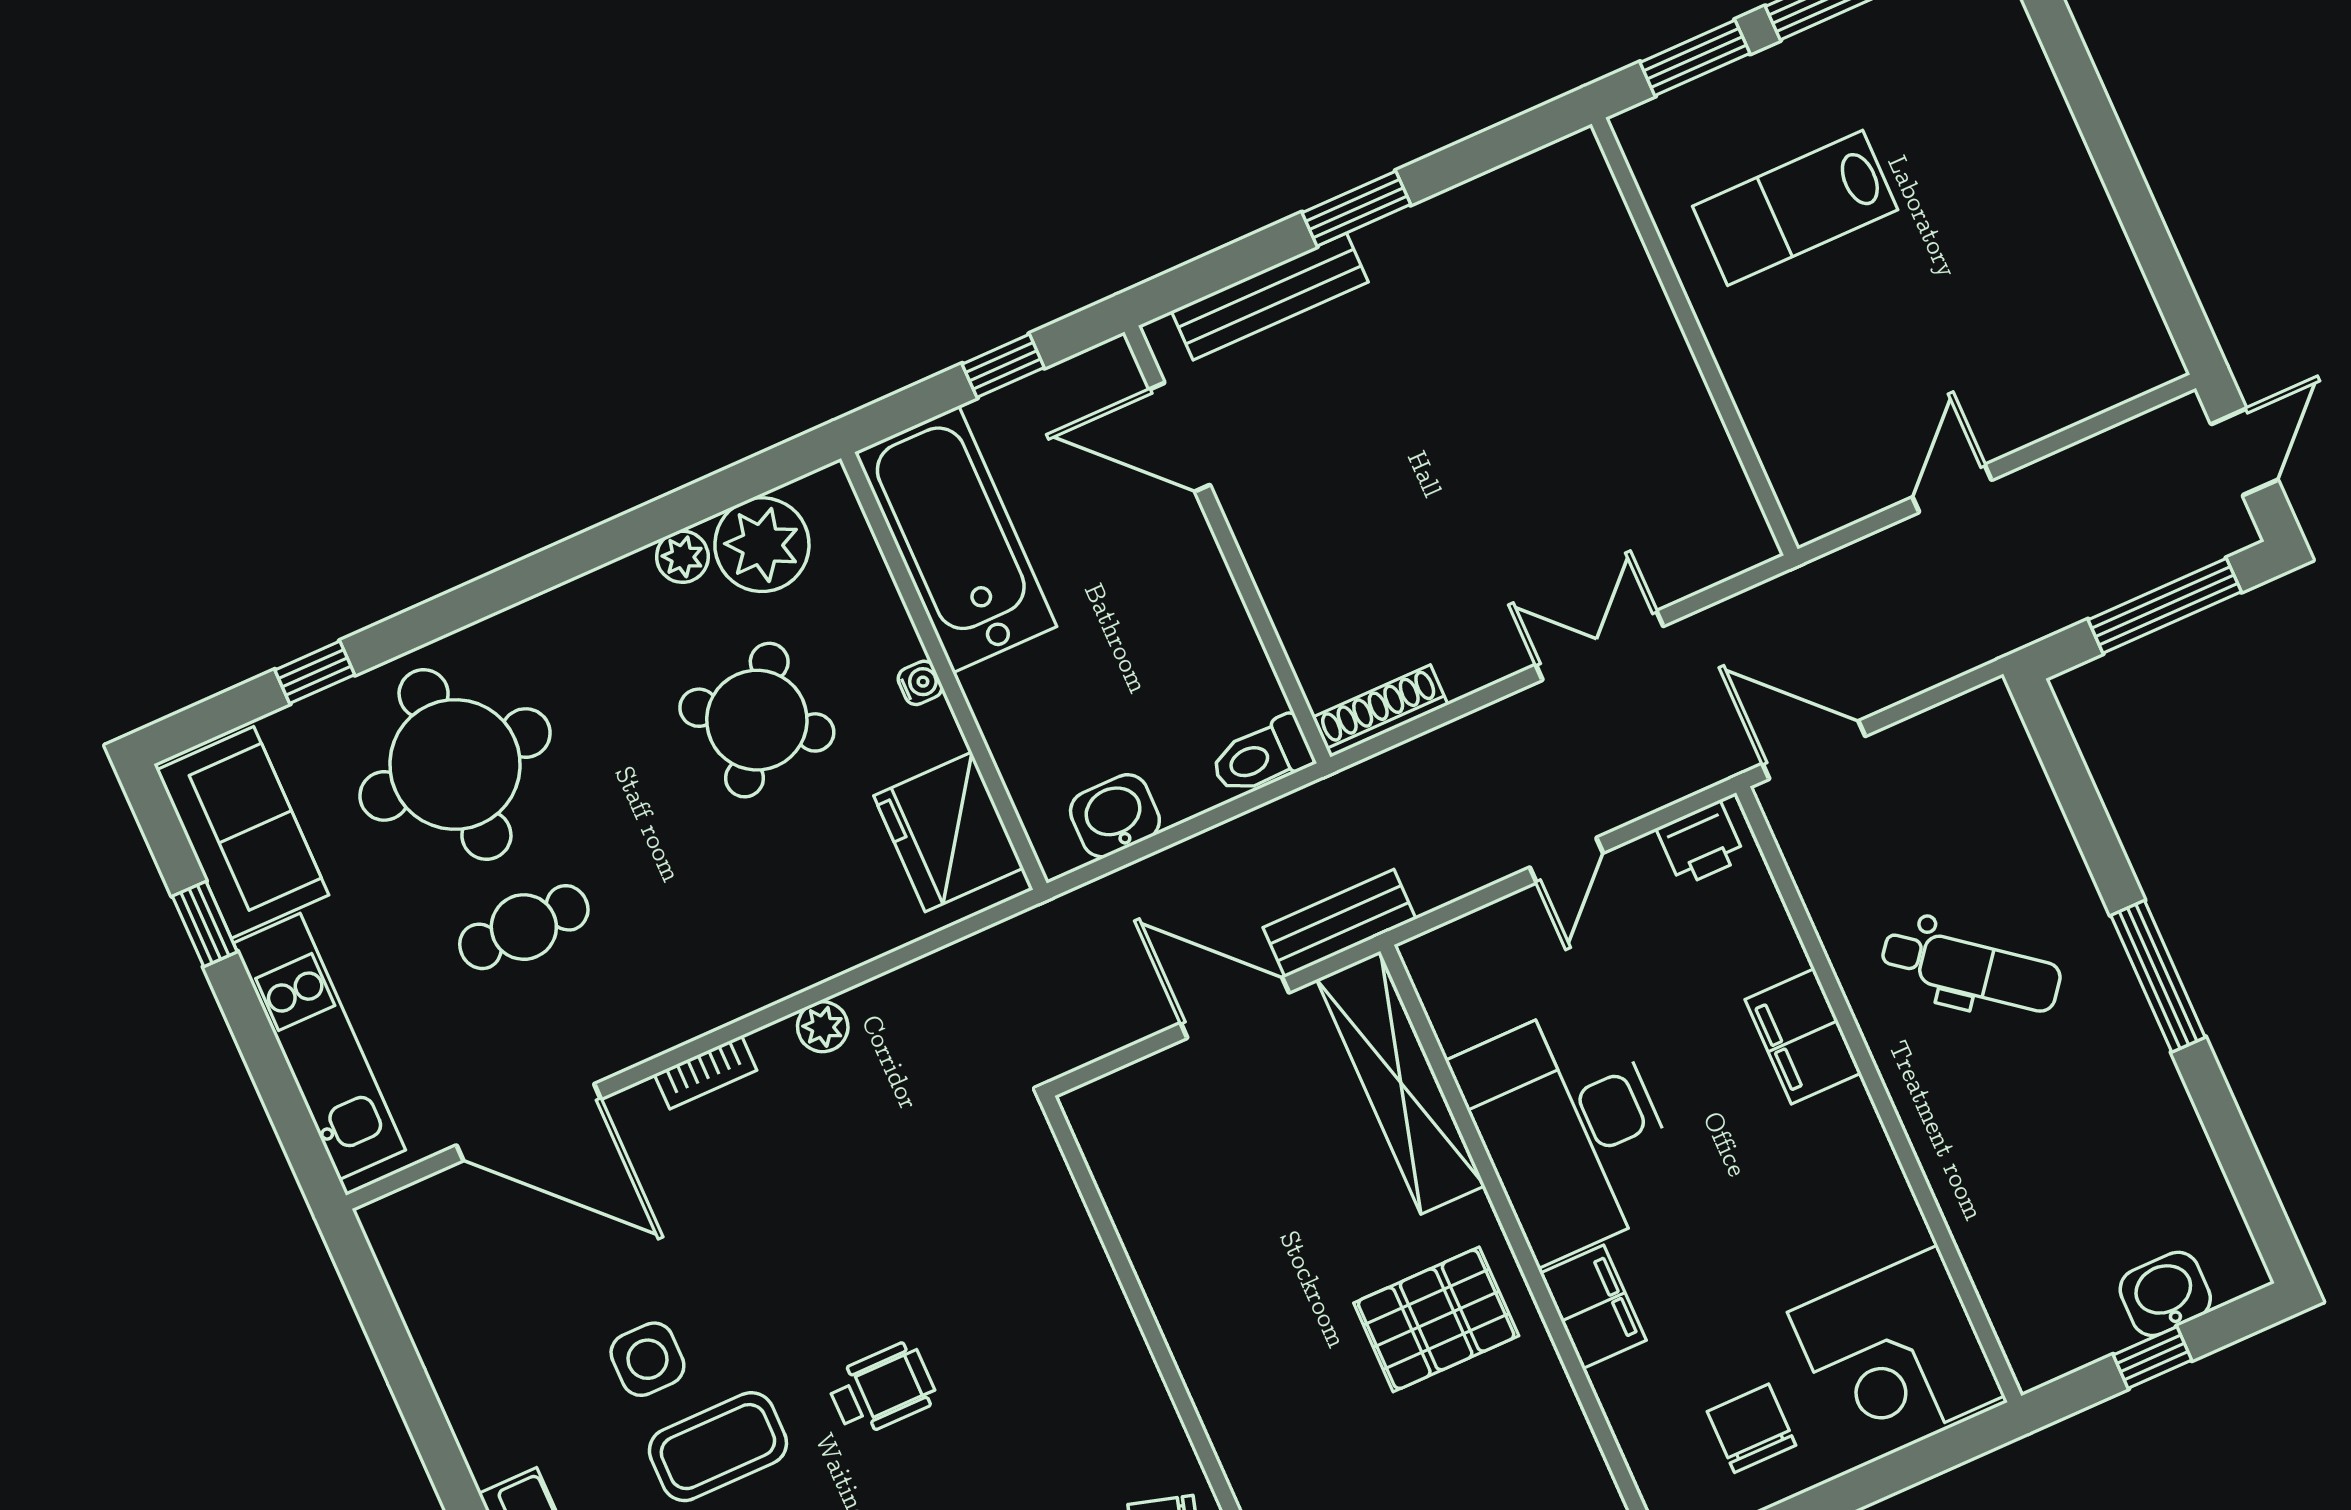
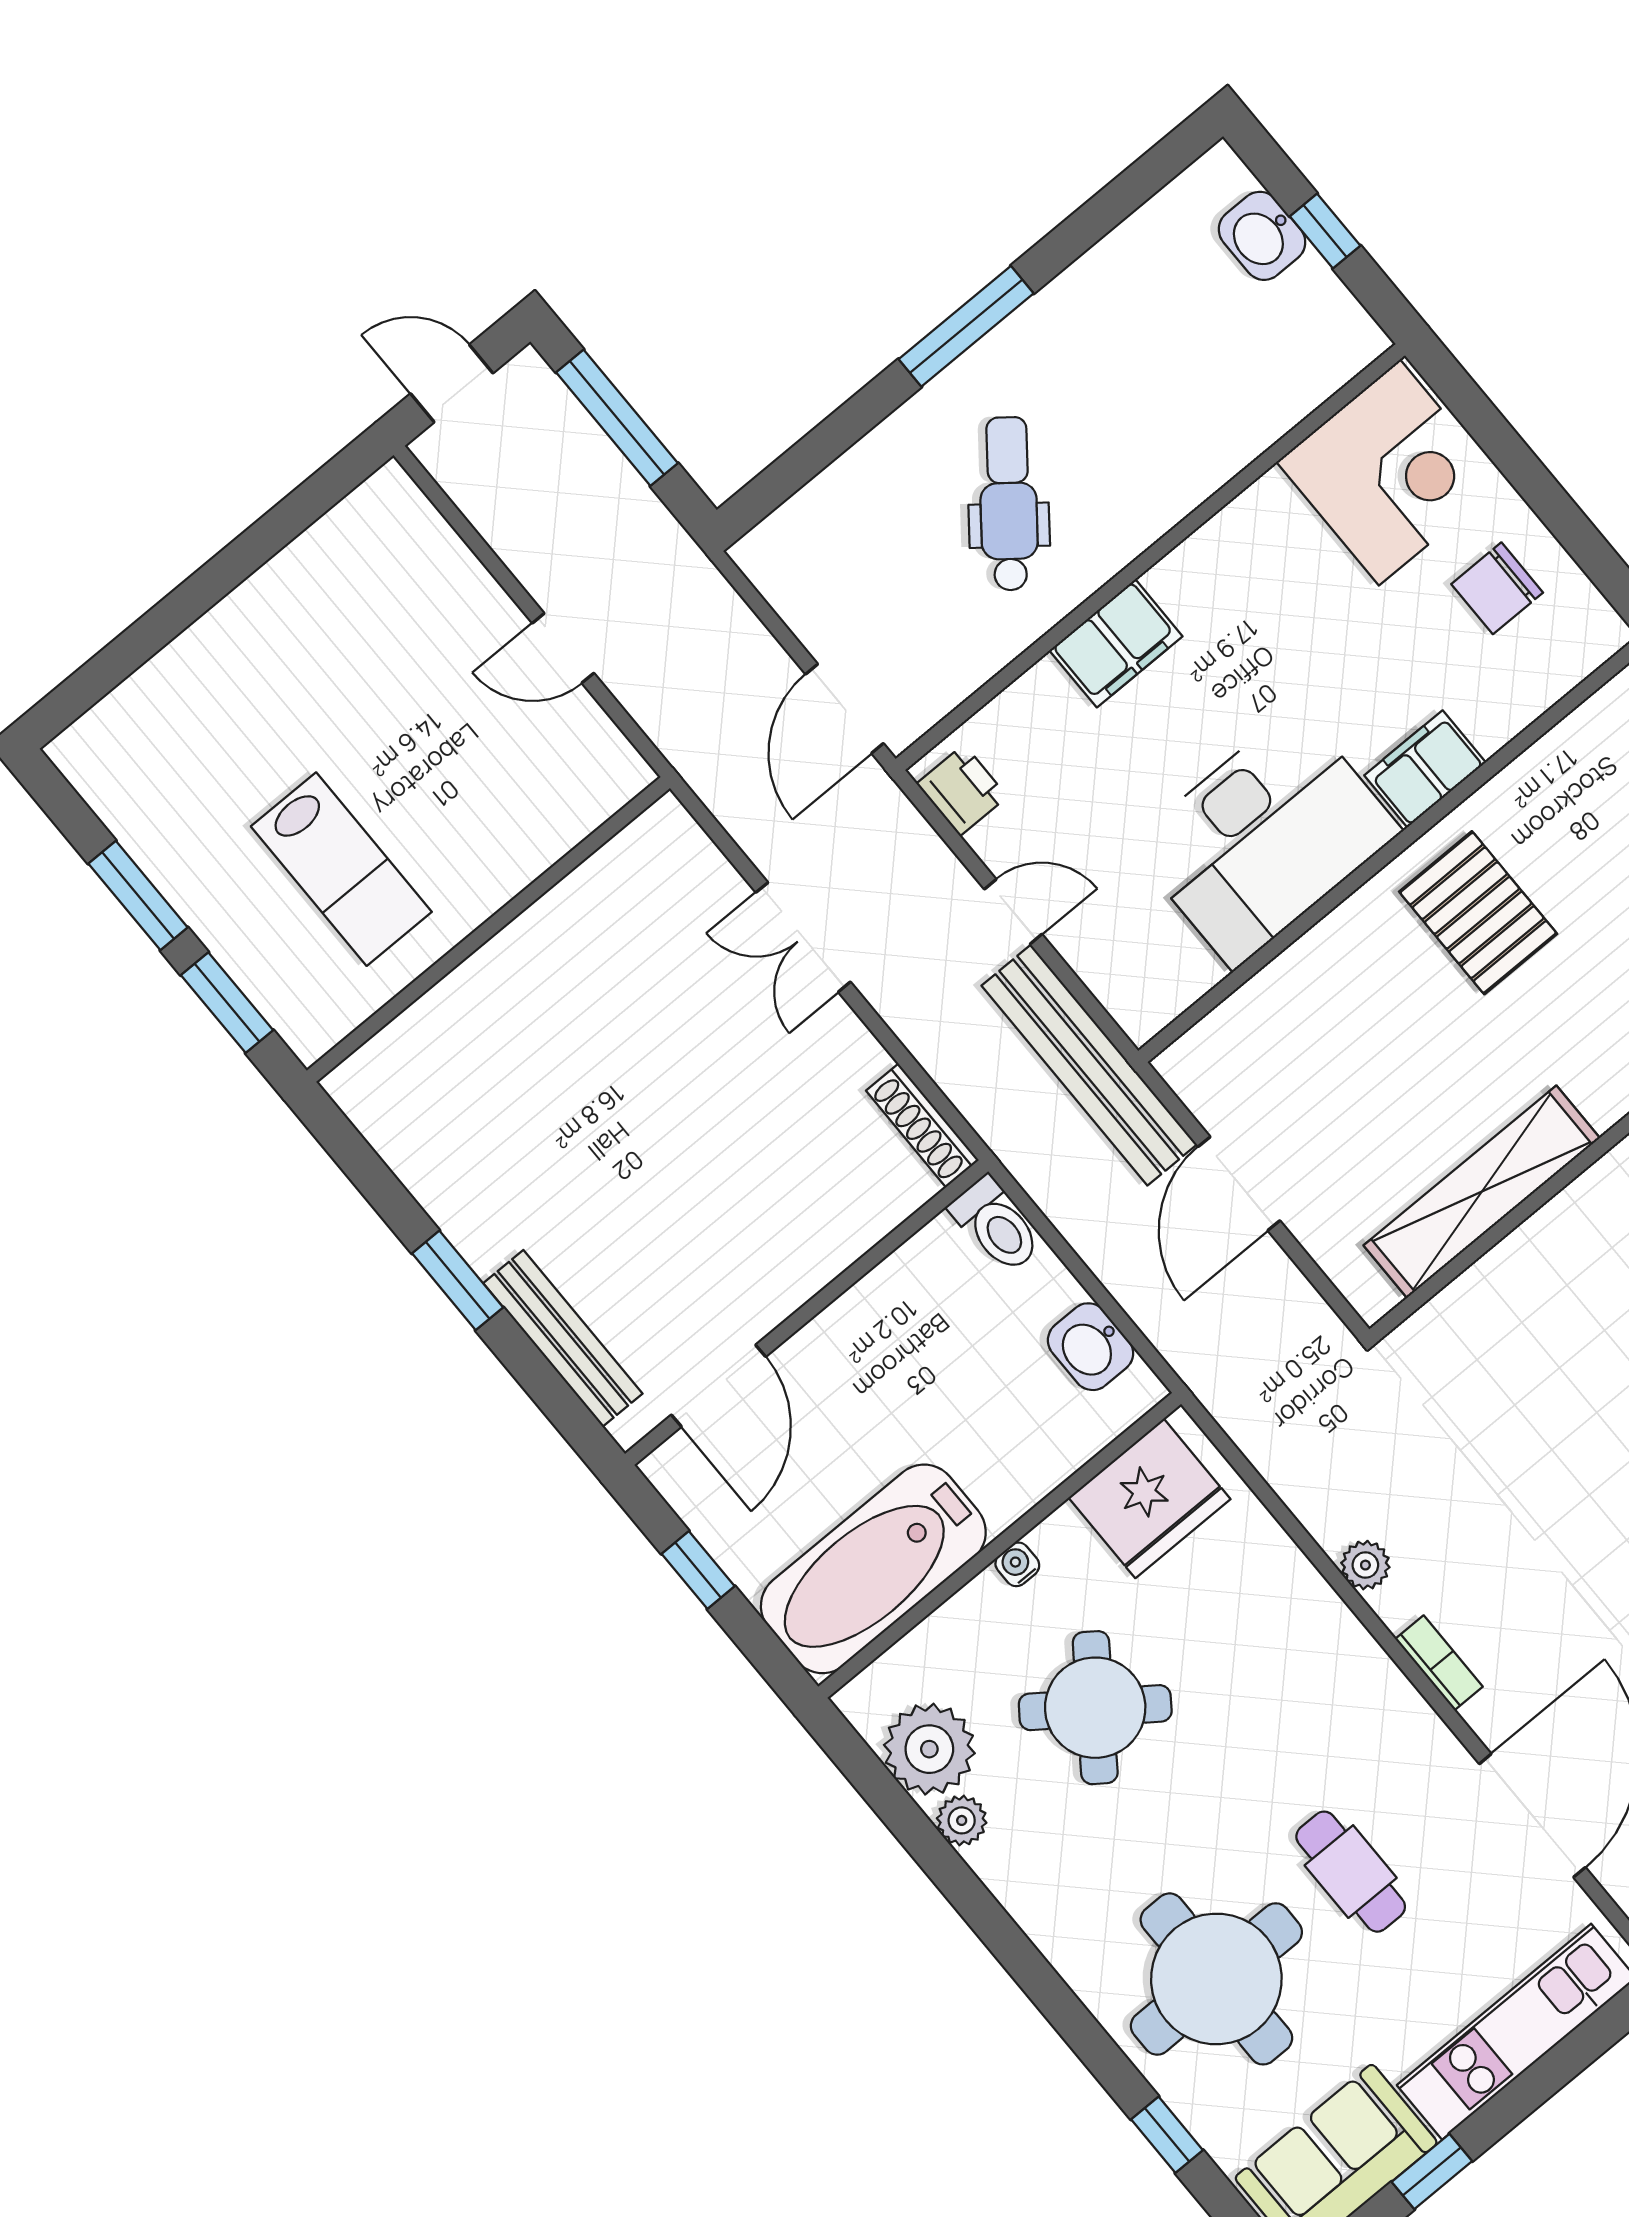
bench: (1340, 923) -> (1089, 1065), width x1.86, depth x1.21
shelving: (1401, 1083) -> (1482, 1192), moved

